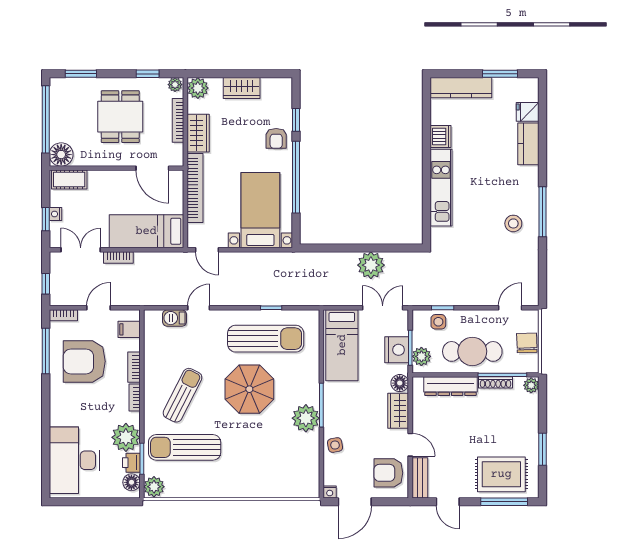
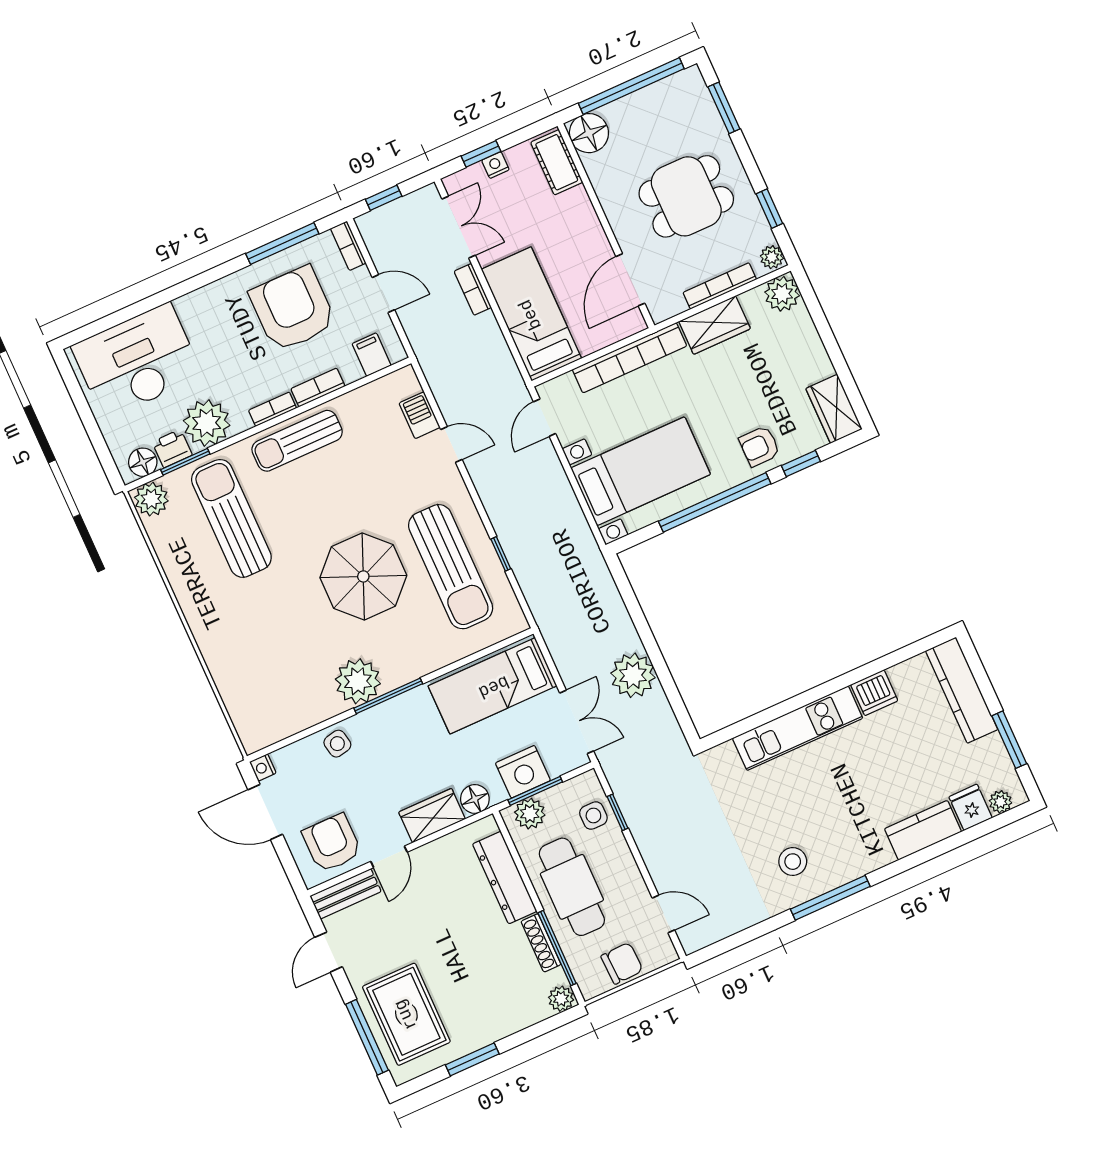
wardrobe: (242, 88) -> (834, 409), moved
plant: (532, 94) -> (1000, 802), added
sun lounger: (183, 395) -> (297, 441), moved, turned 153

